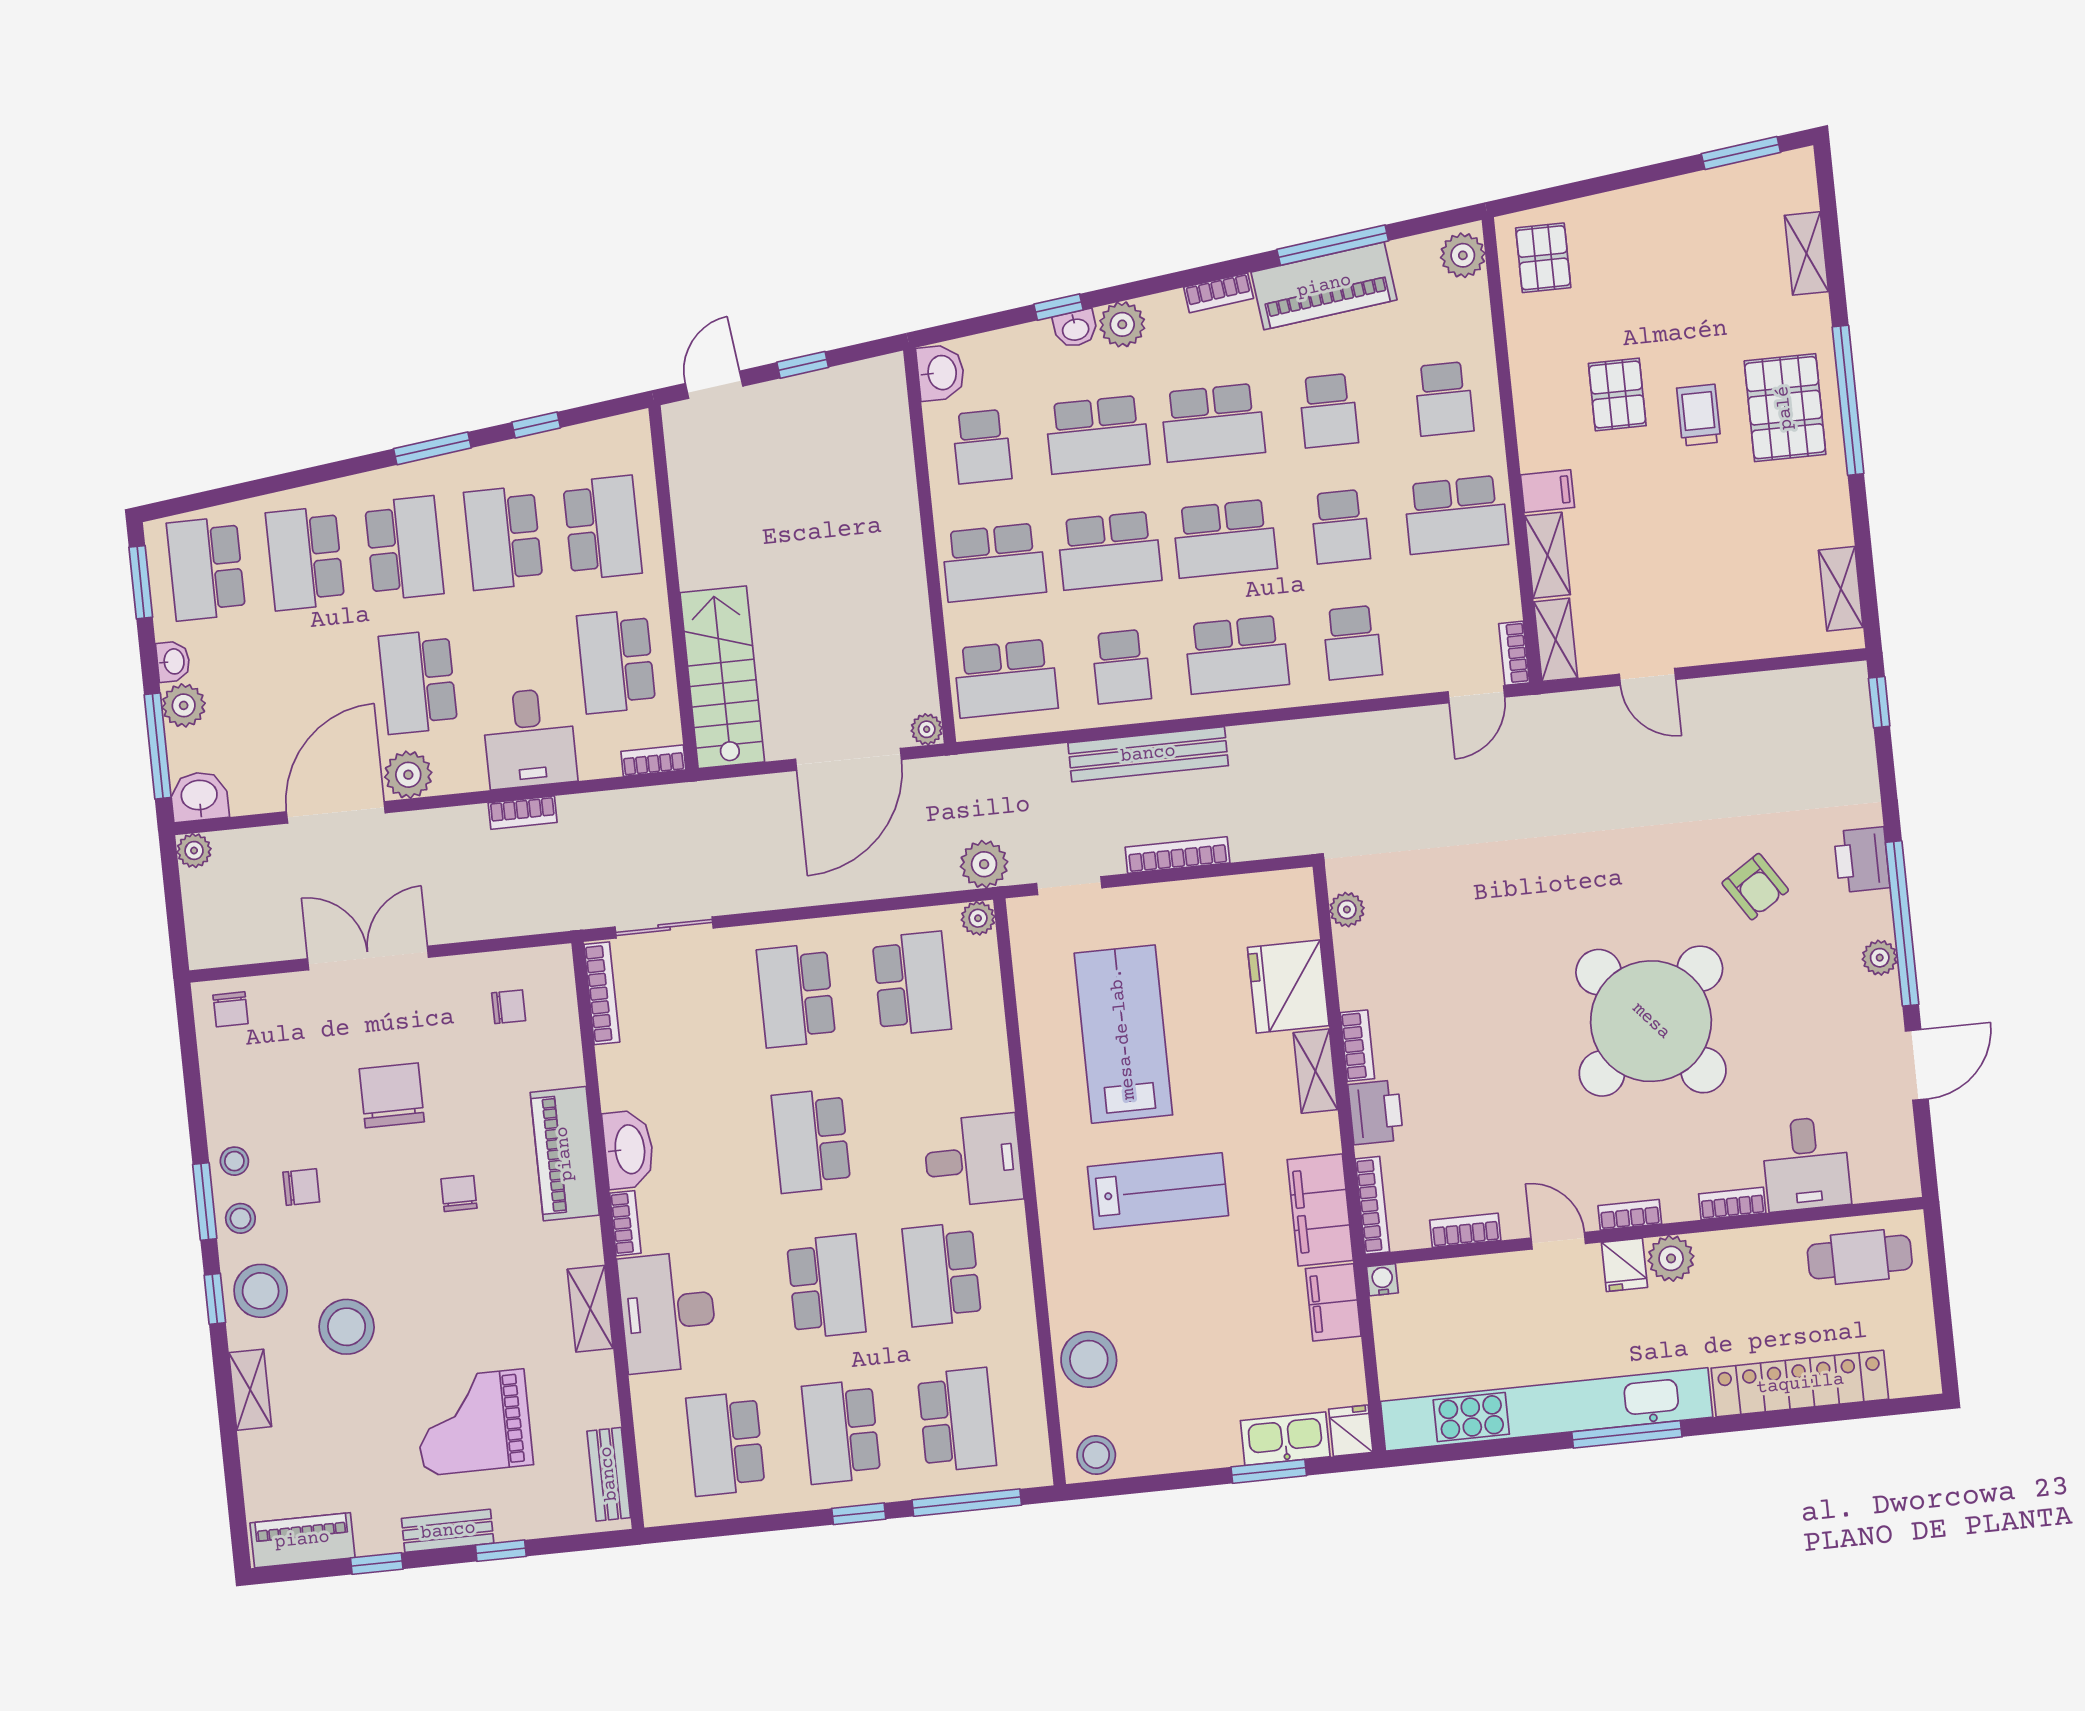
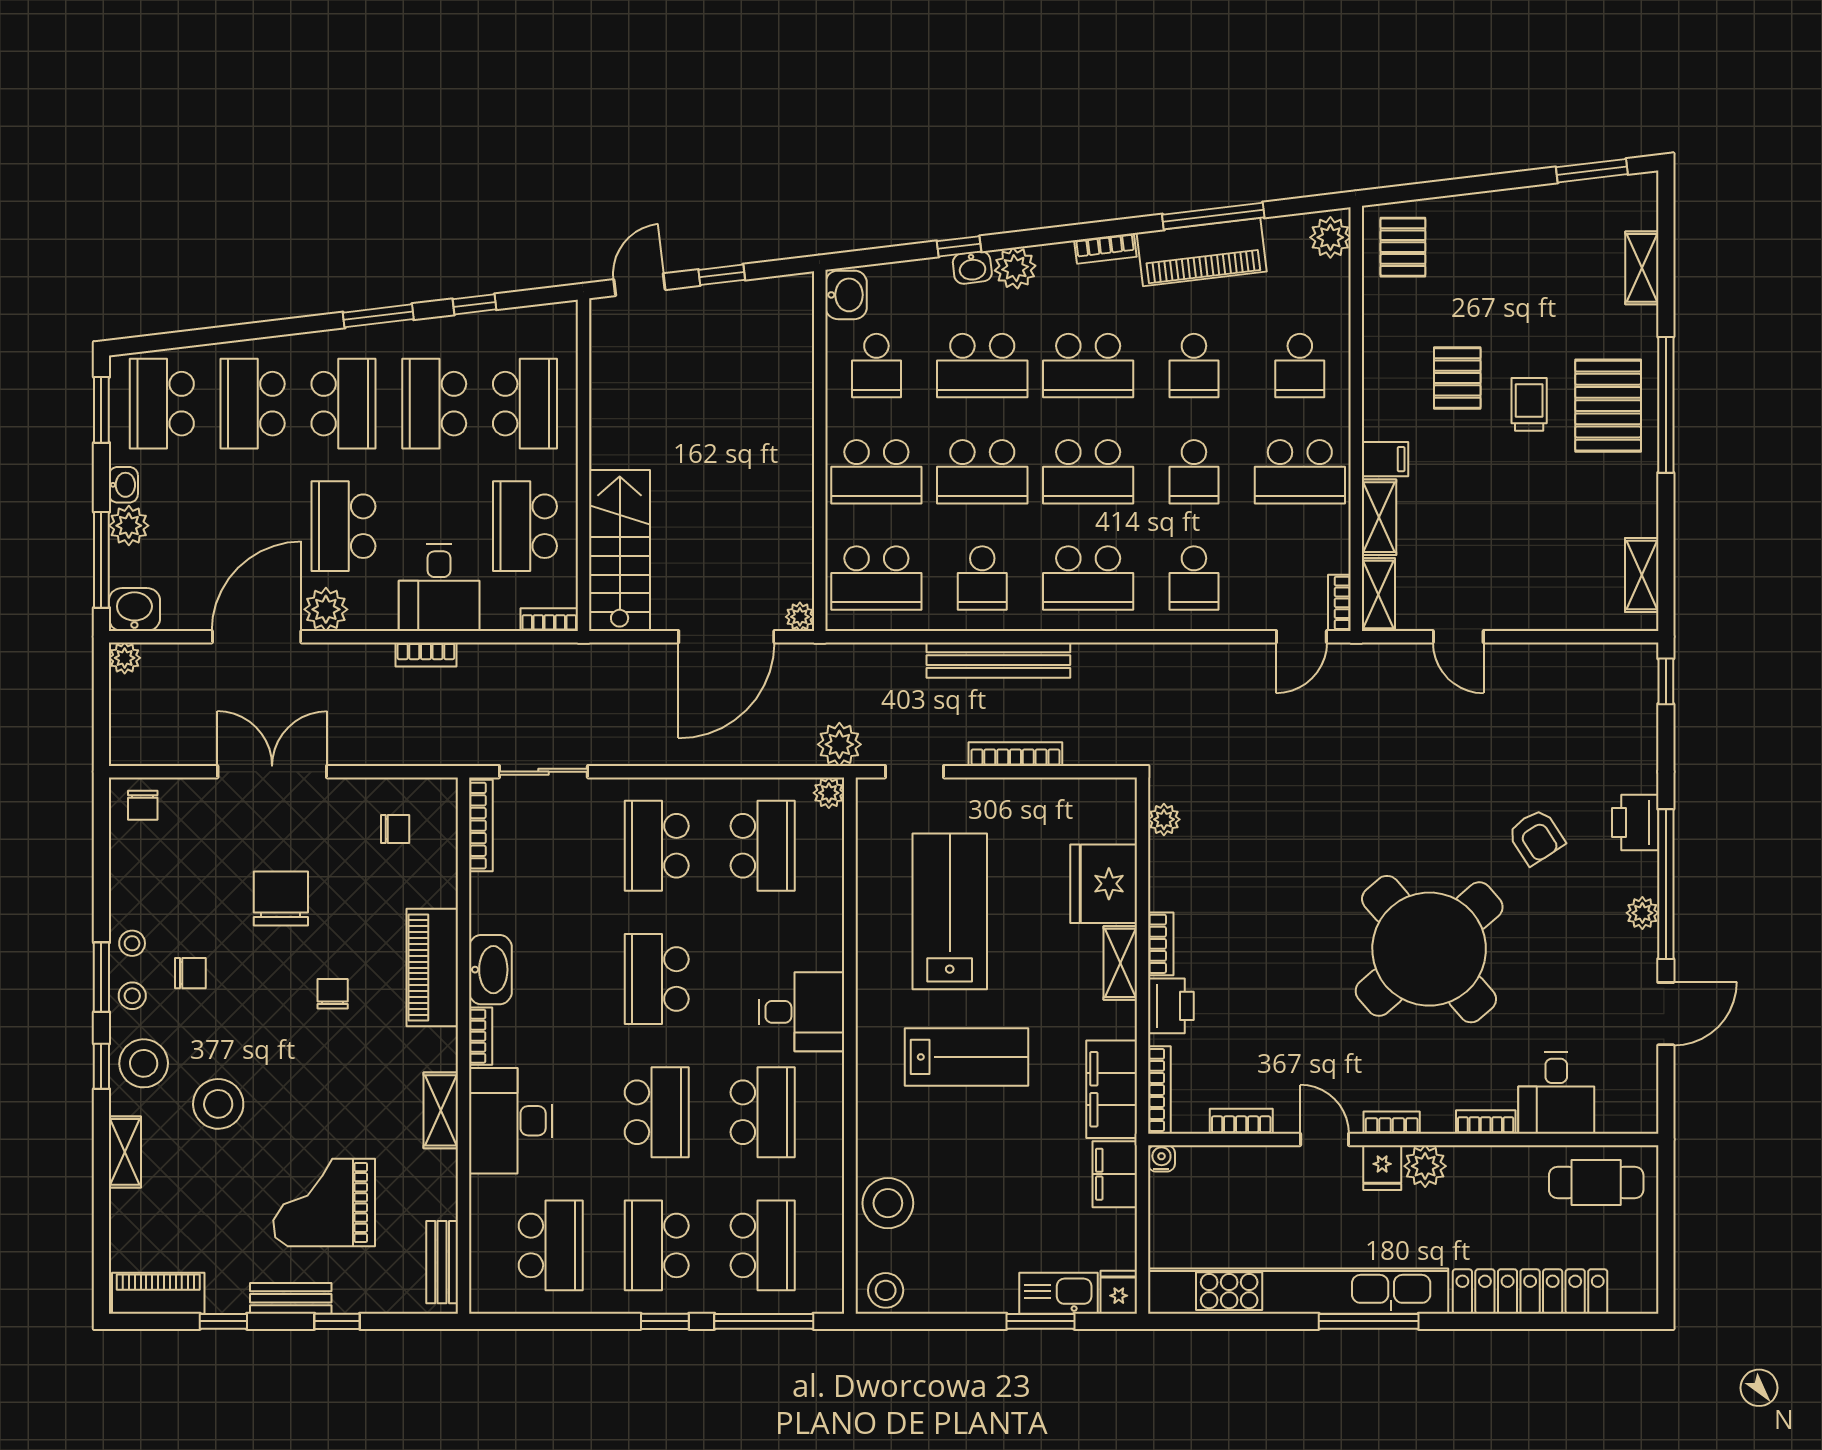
school desk: (942, 1274) -> (763, 1112), turned 180
school desk: (725, 1444) -> (551, 1245), turned 180

